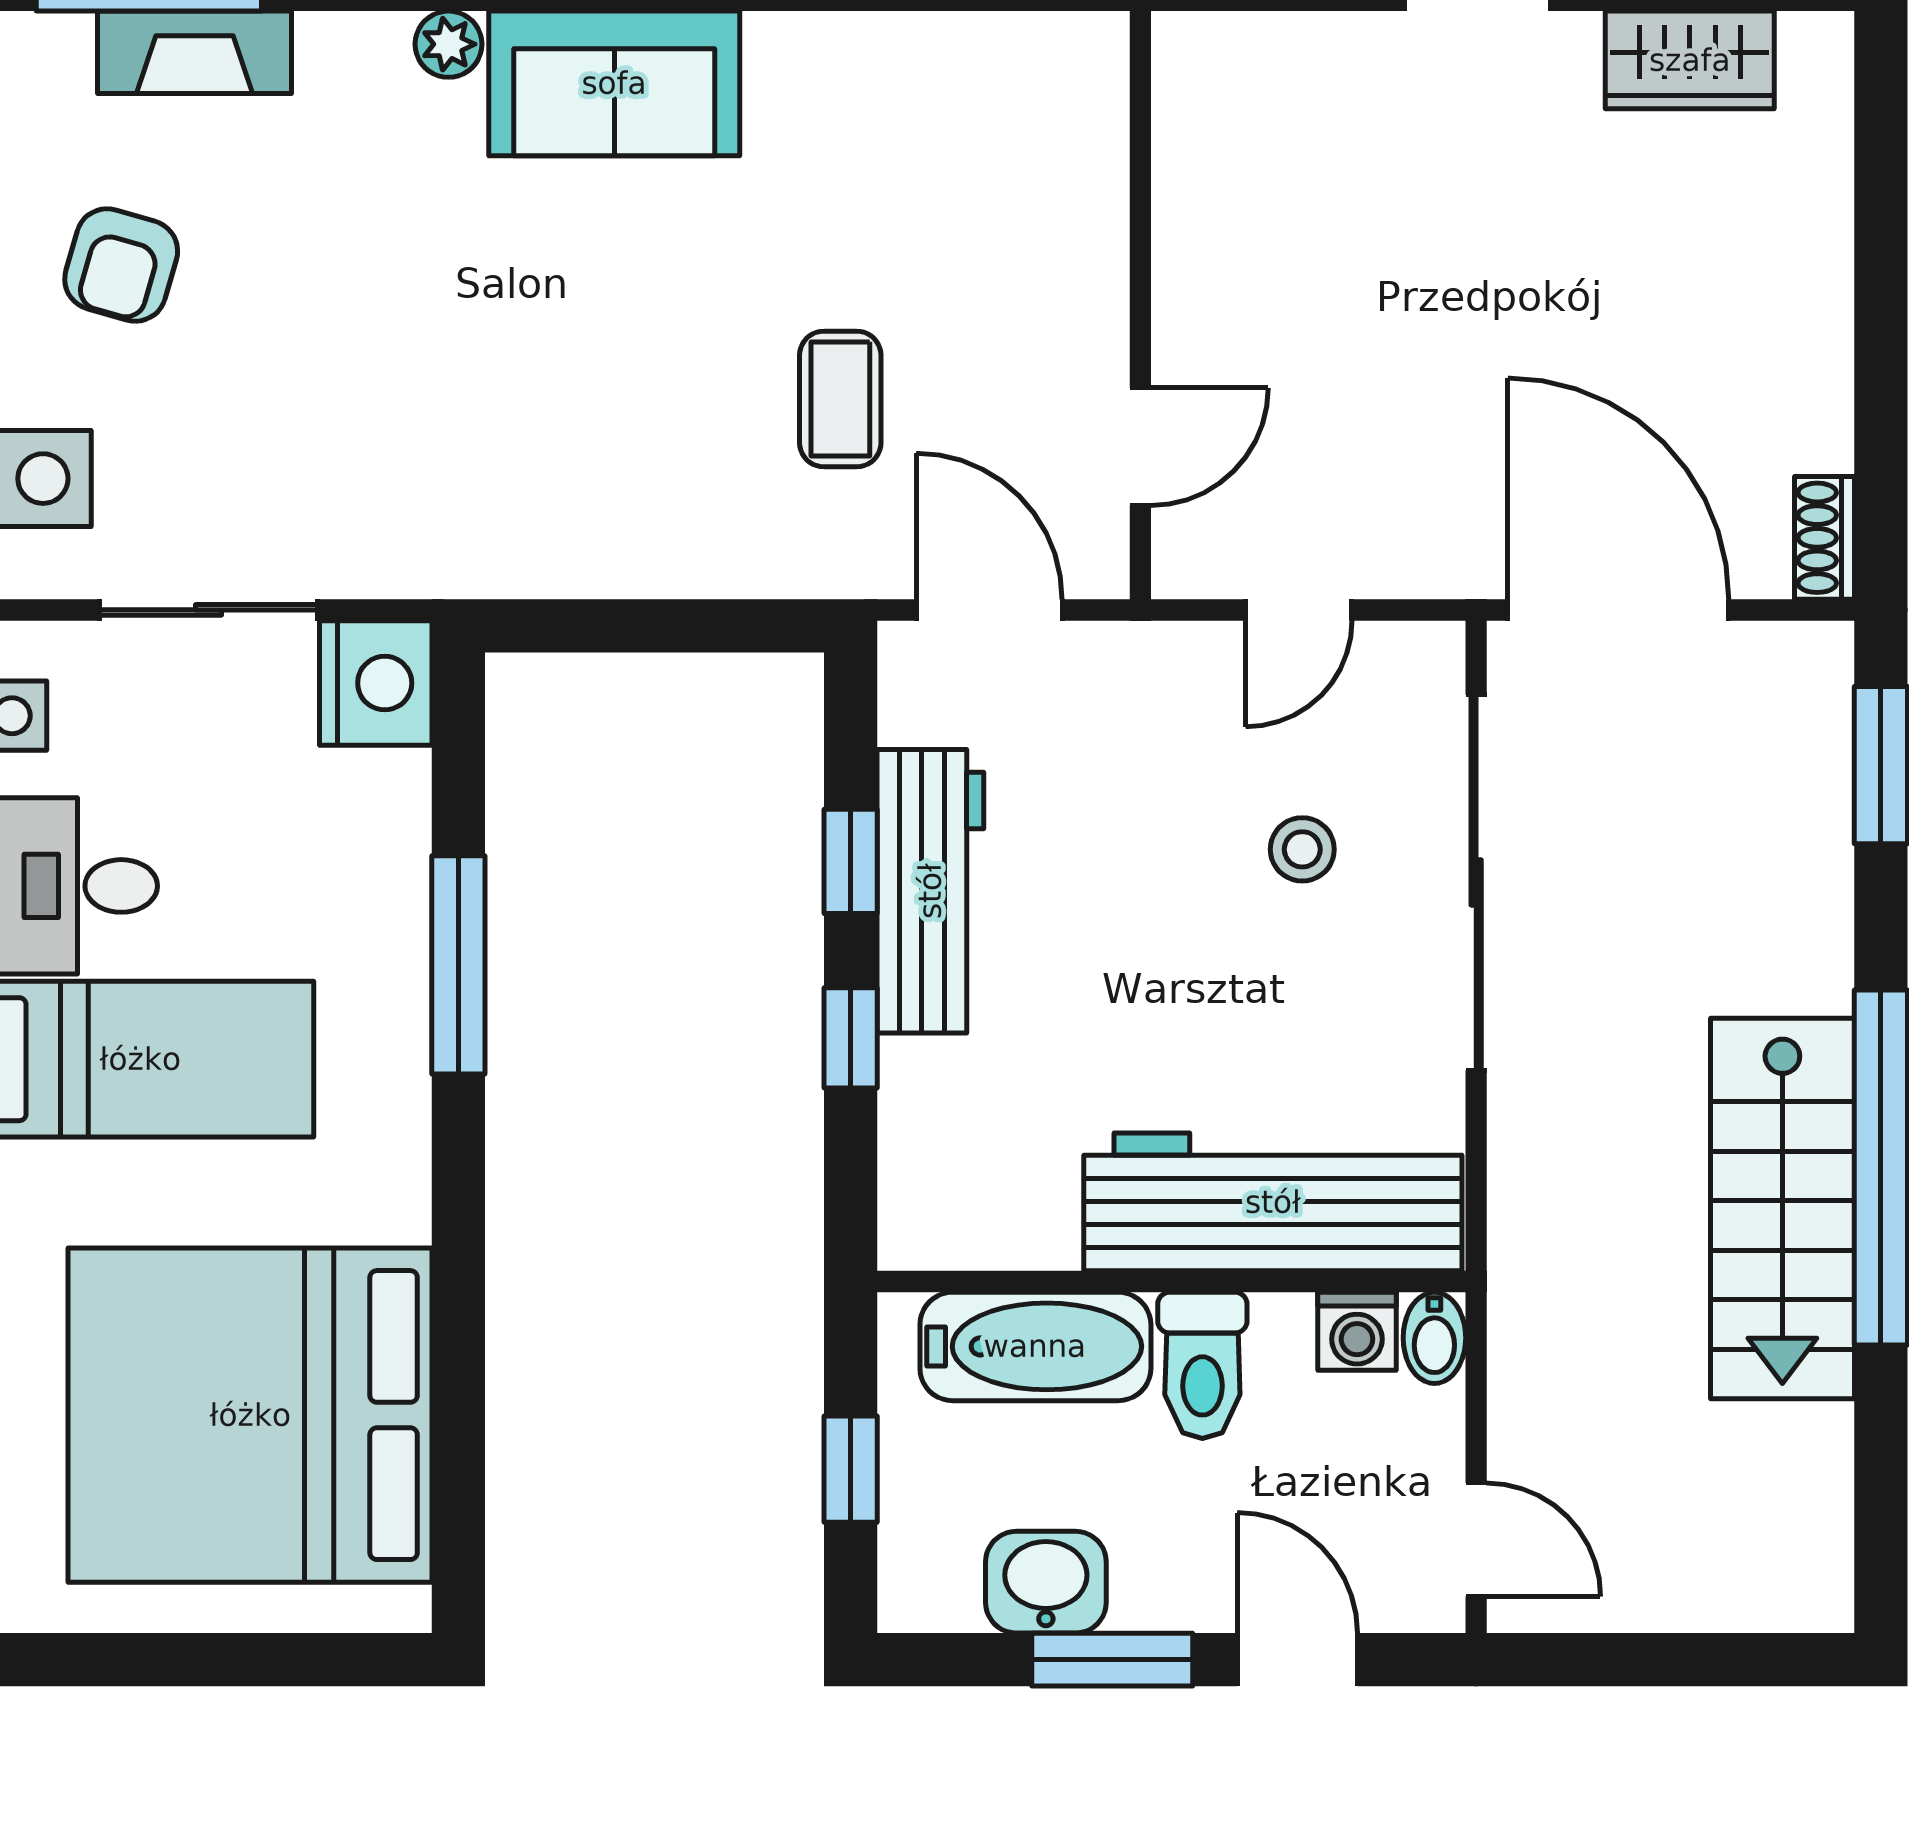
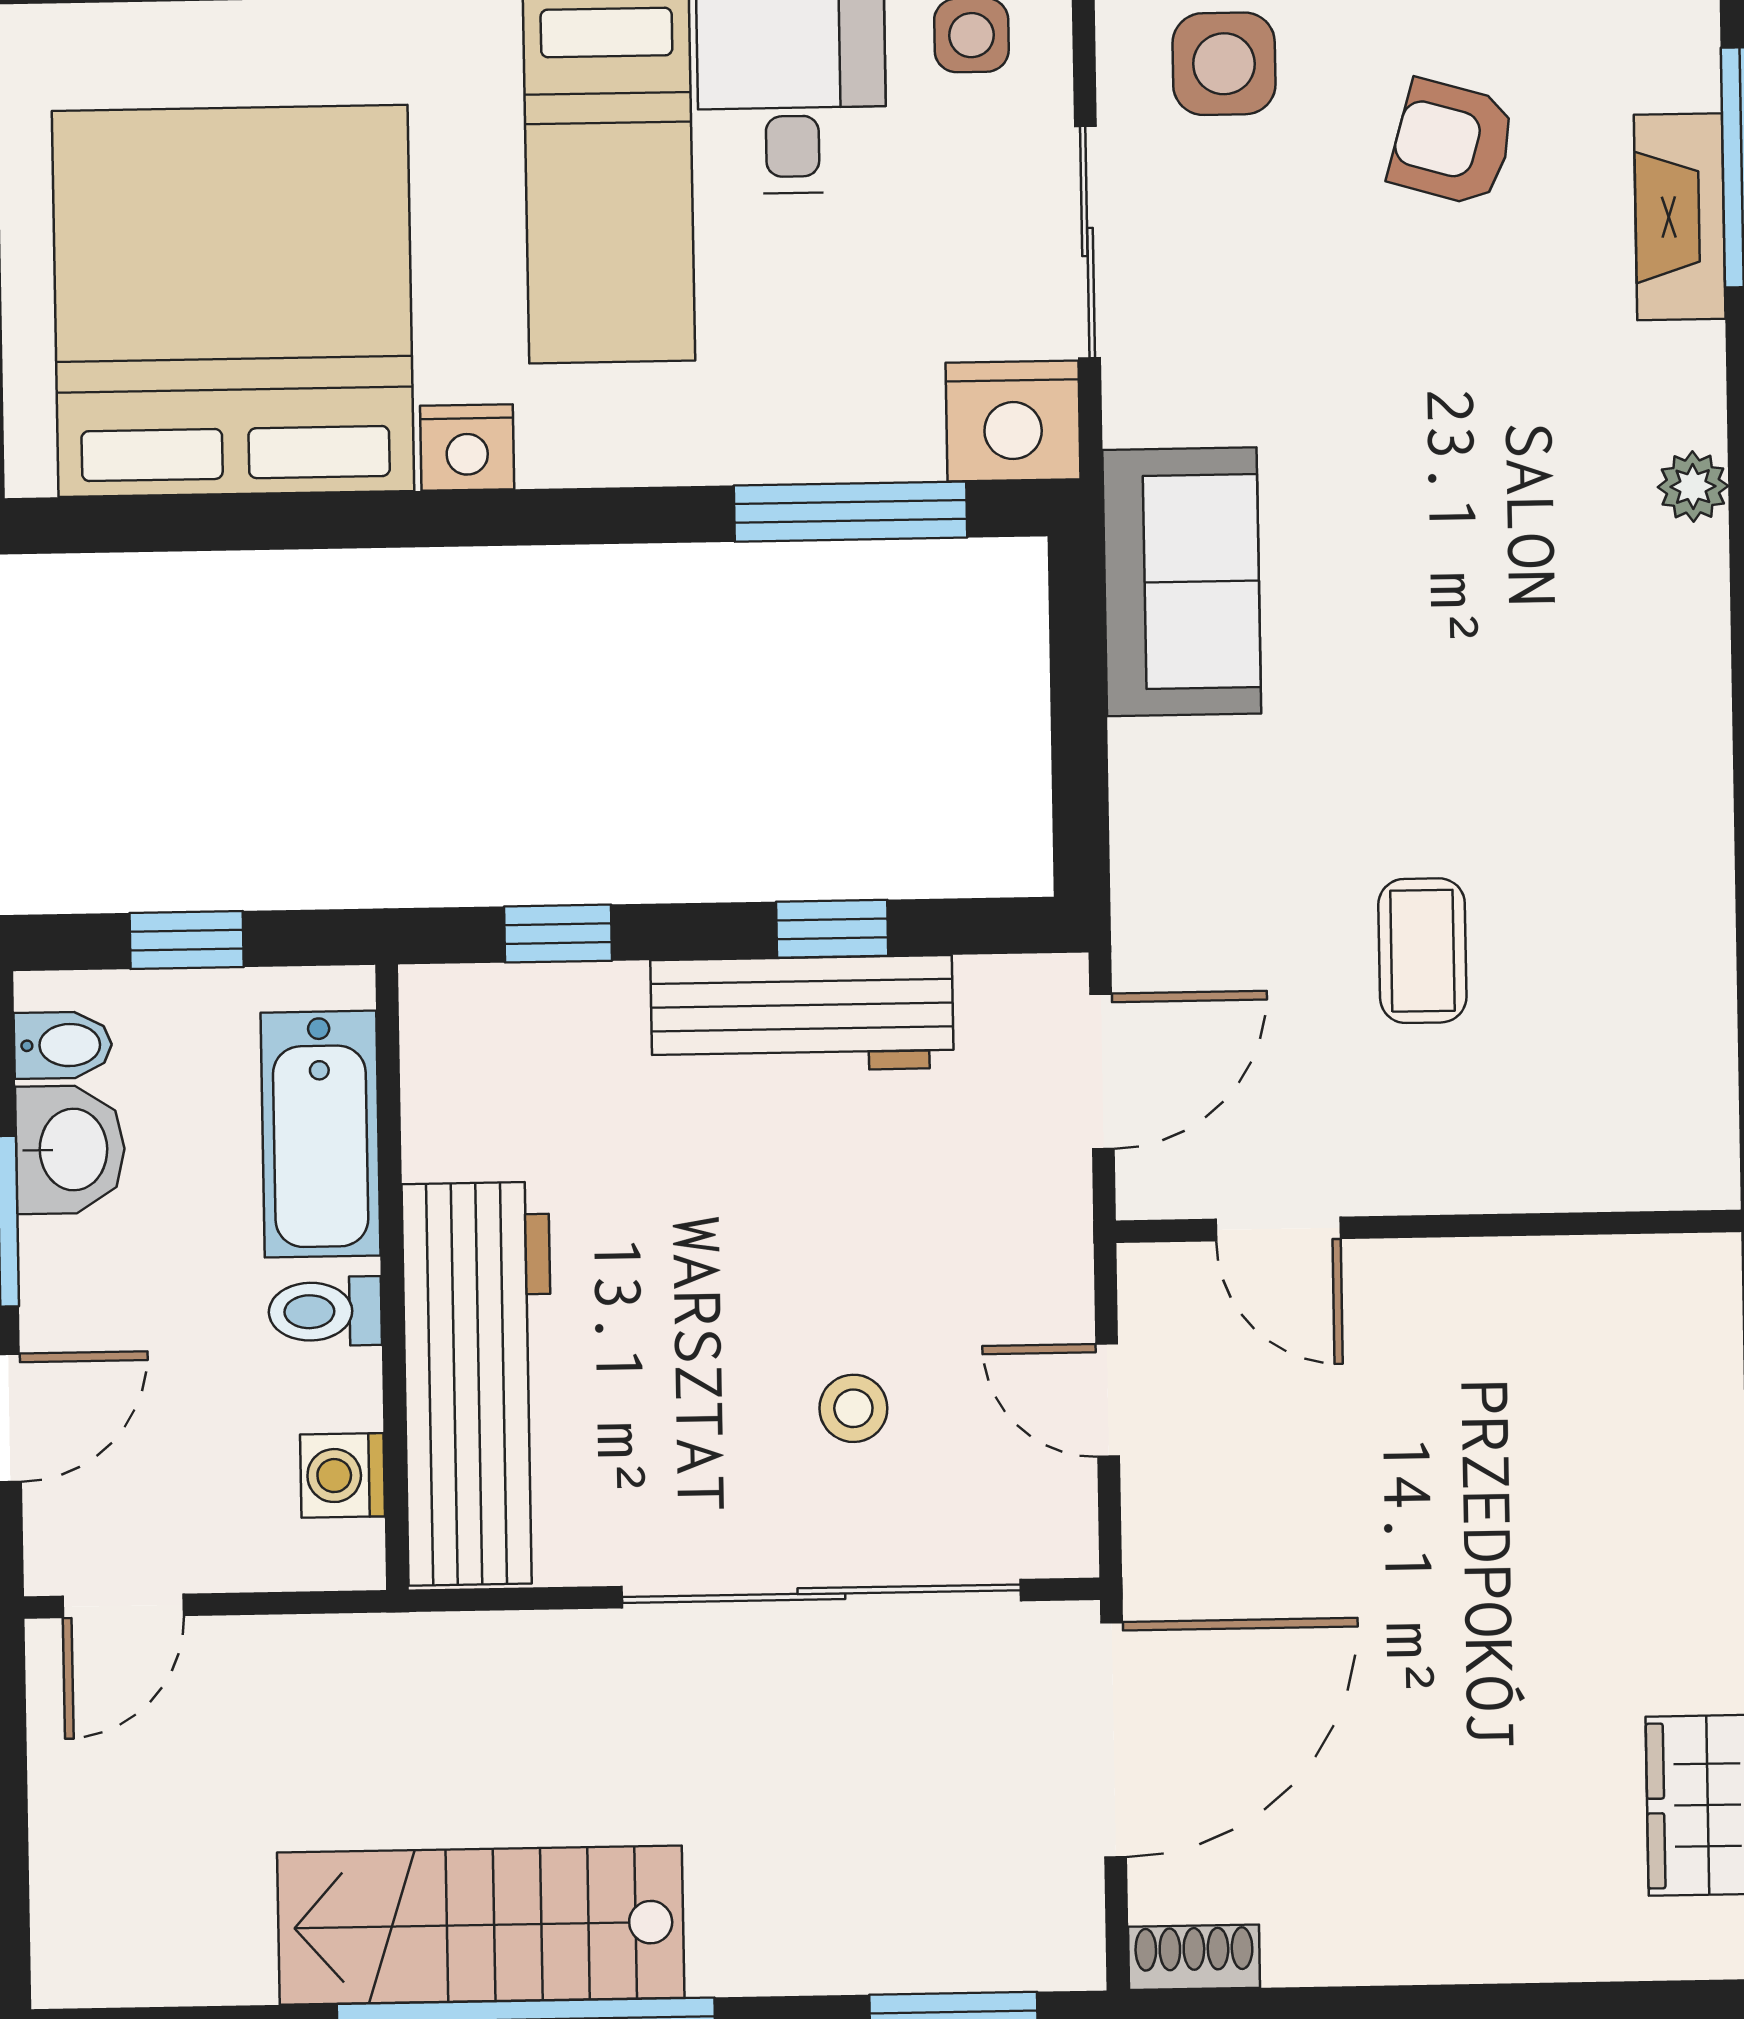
sofa: (614, 83) -> (1182, 582), moved, turned 180
coffee table: (840, 399) -> (1422, 951), moved, turned 90
window: (458, 965) -> (850, 512), moved
window: (851, 1038) -> (558, 934), moved
nightstand: (392, 1197) -> (467, 447), added
bidet: (1434, 1338) -> (63, 1045), moved, turned 180
toilet: (1202, 1365) -> (325, 1311), width x0.73, depth x0.72

